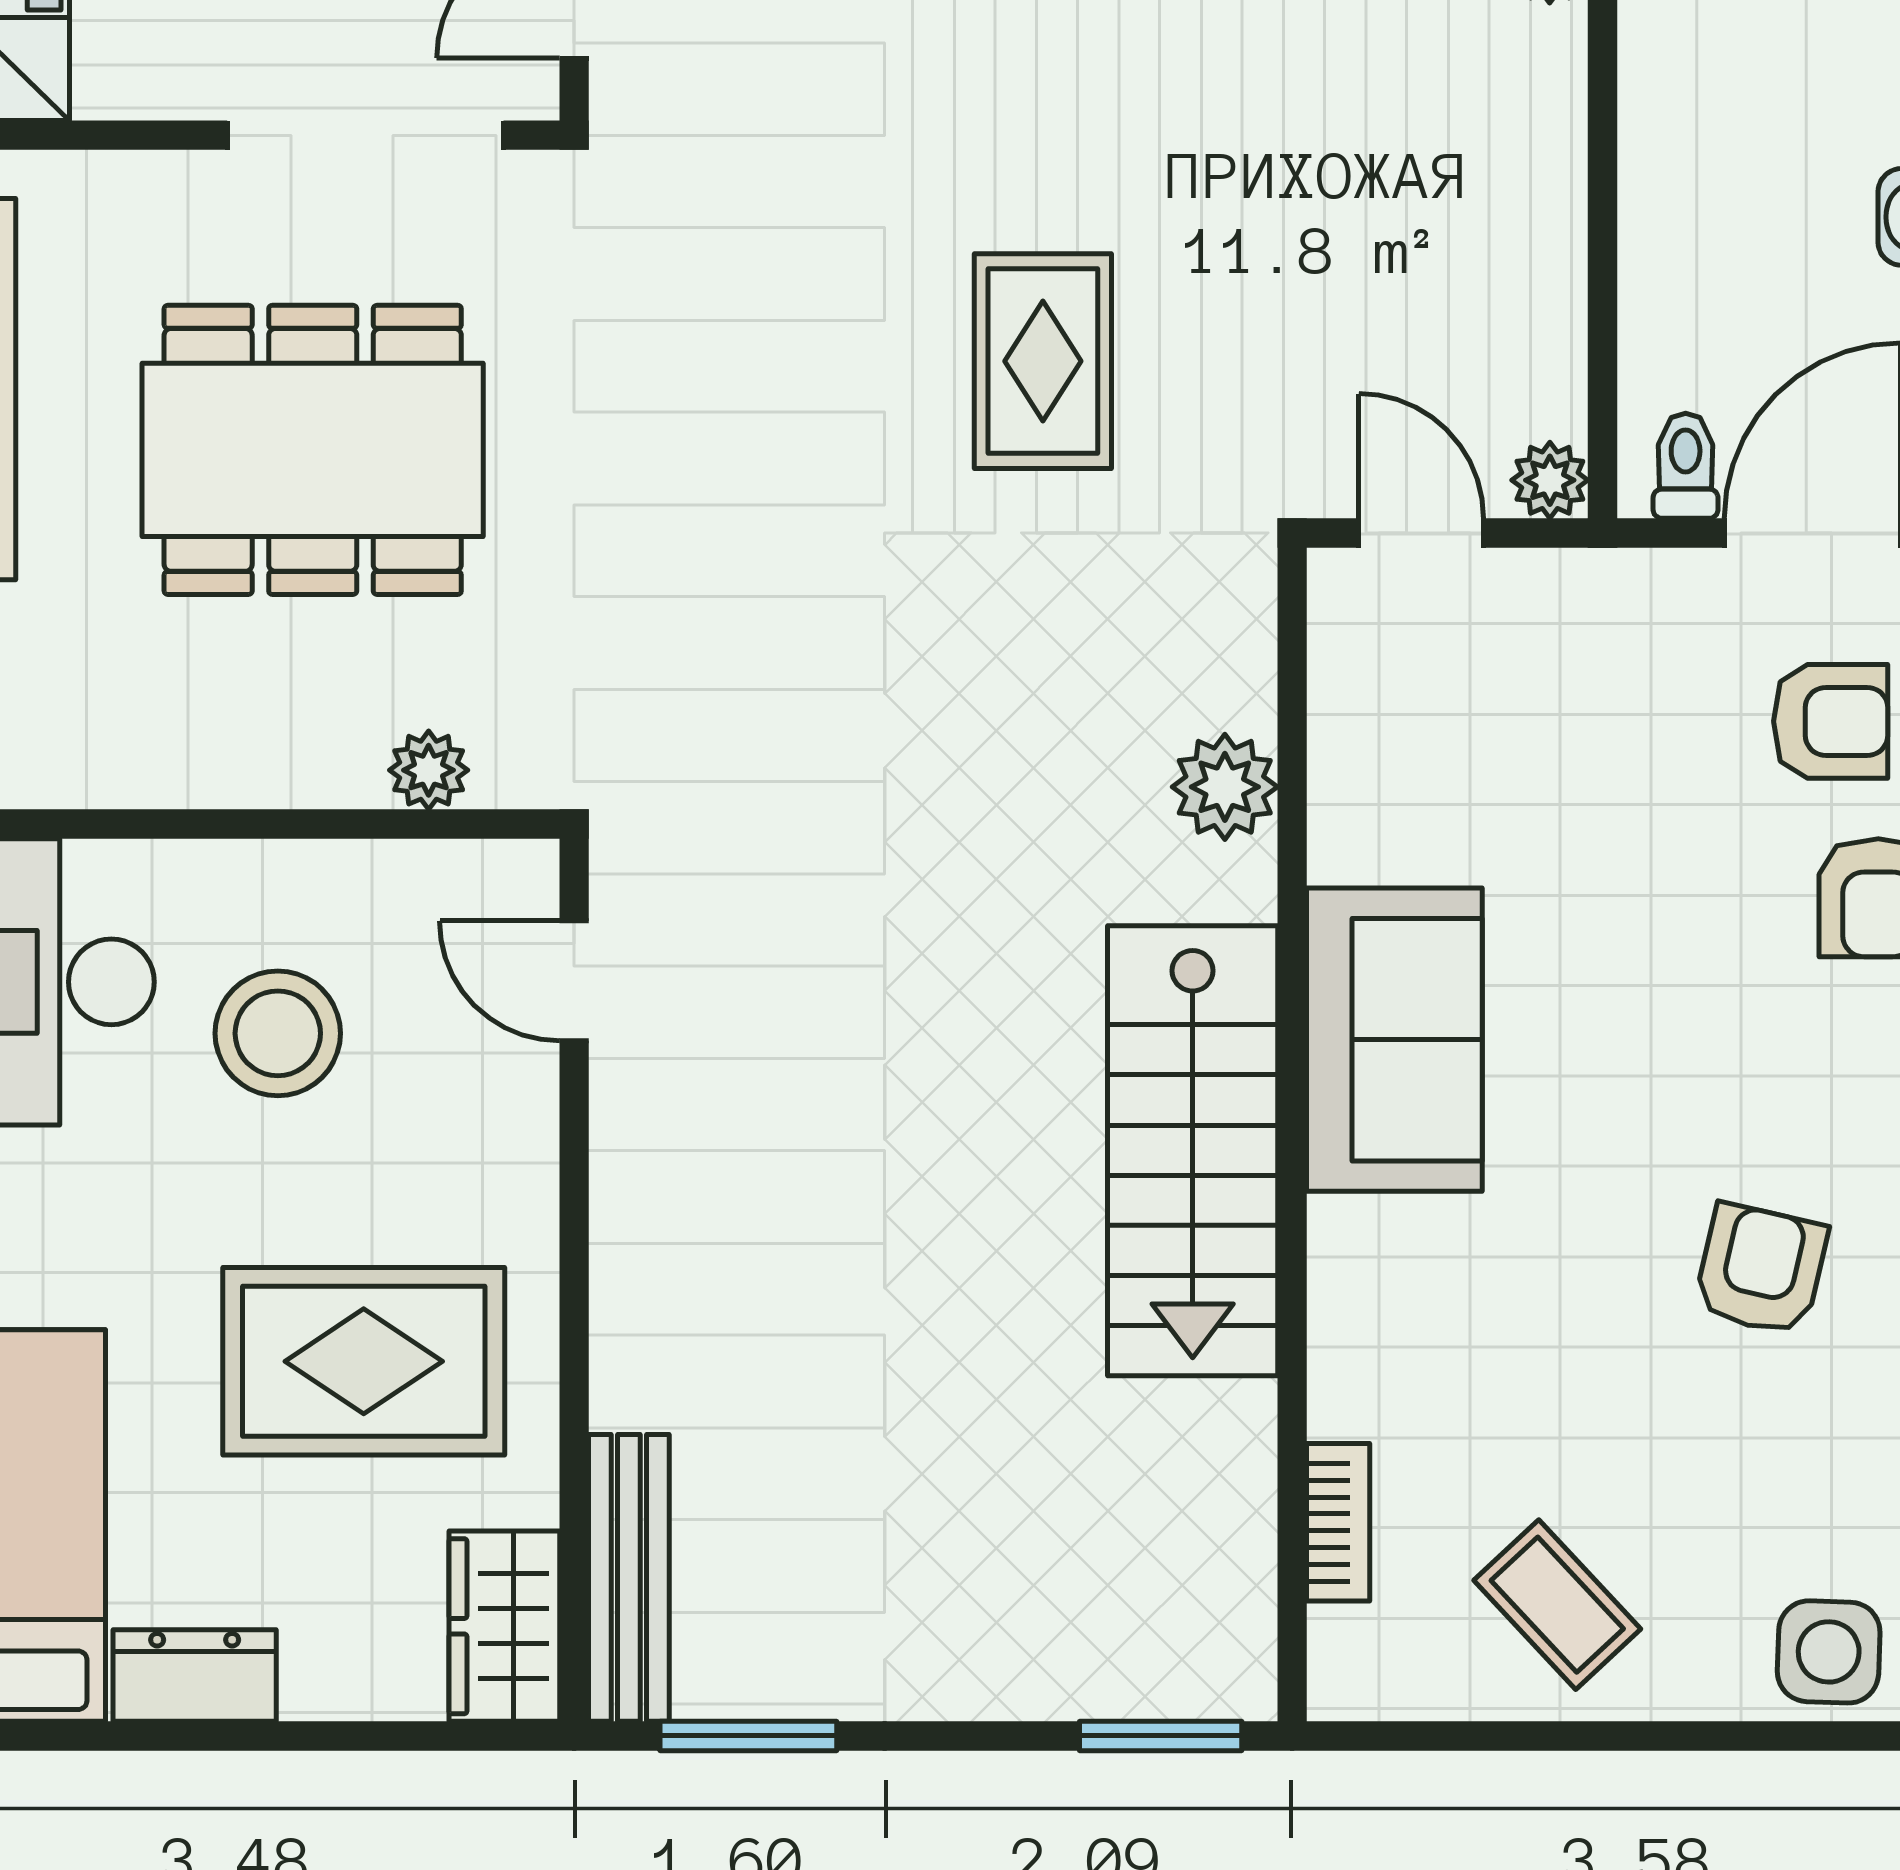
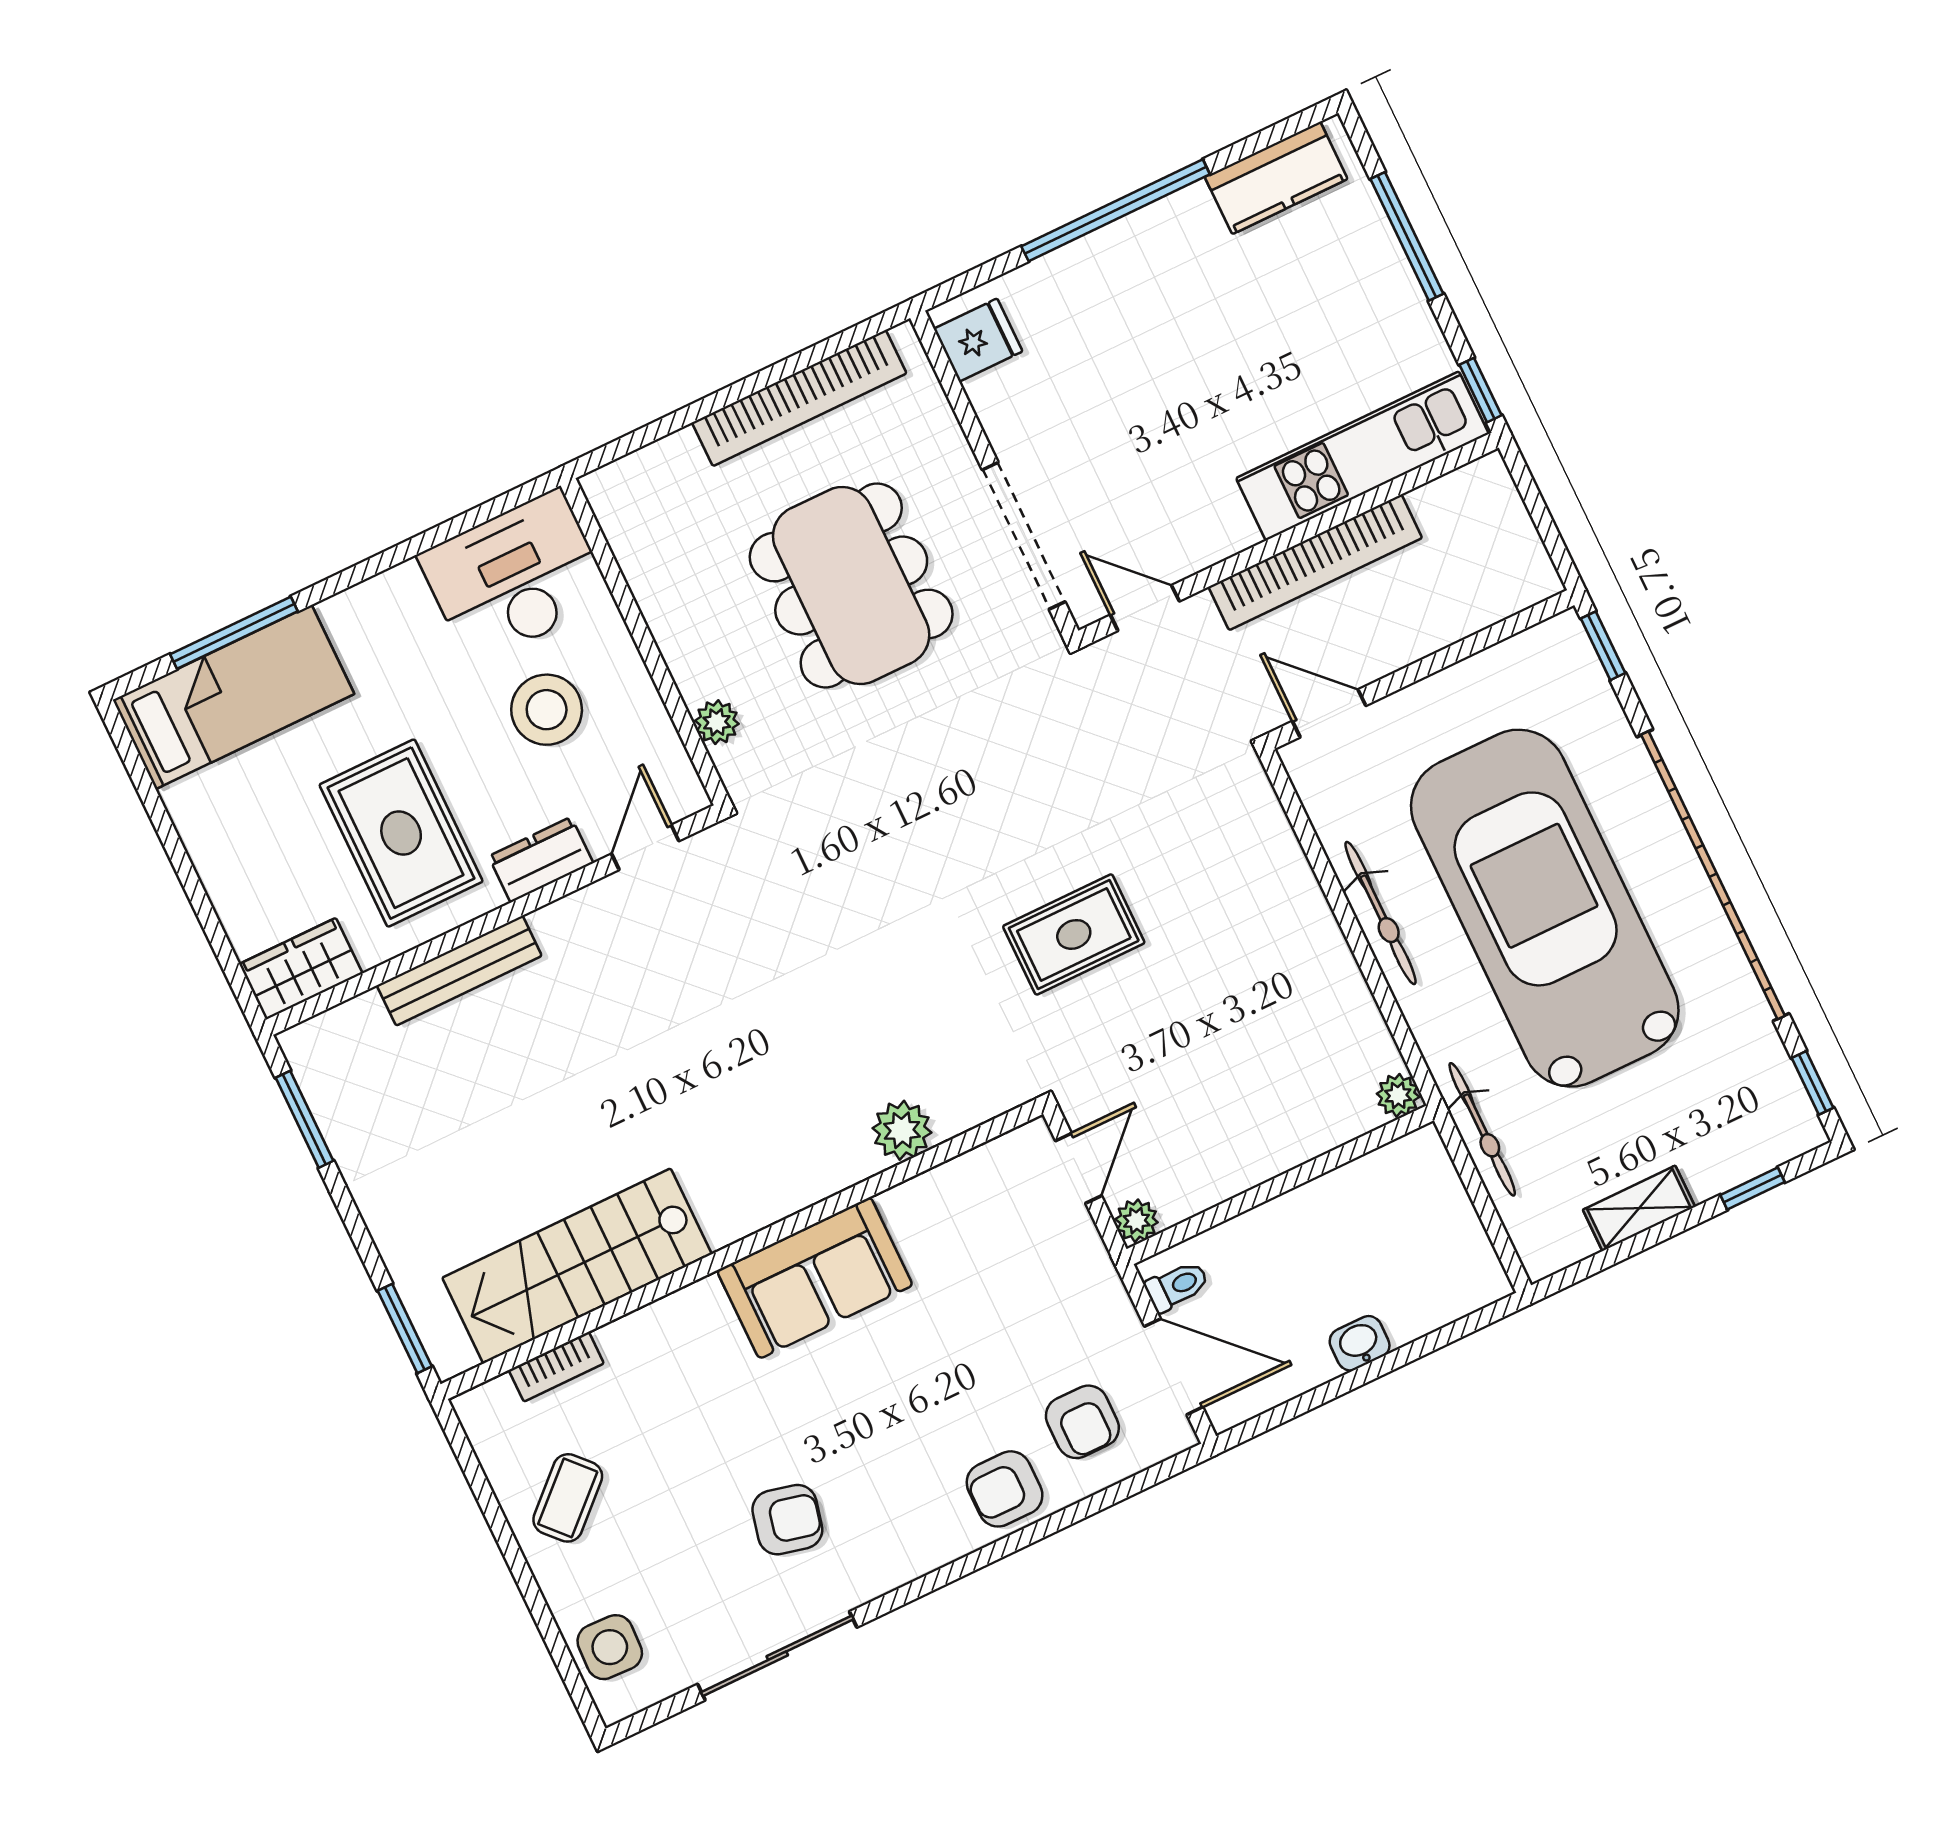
stairs: (1193, 1151) -> (577, 1266), moved
bench: (629, 1578) -> (459, 971), moved
dresser: (195, 1676) -> (541, 860), moved, turned -90

